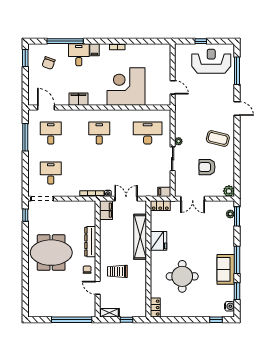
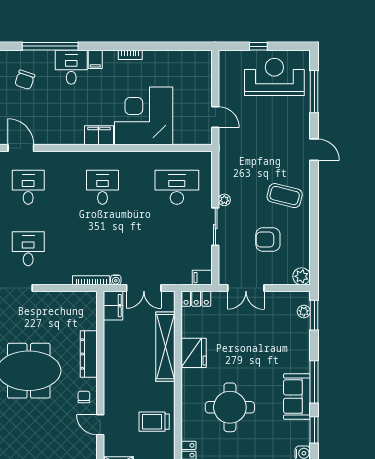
filing cabinet: (78, 99) -> (99, 135), moved
double door: (126, 199) -> (144, 288), swing flipped
trolley: (117, 271) -> (154, 422), moved

